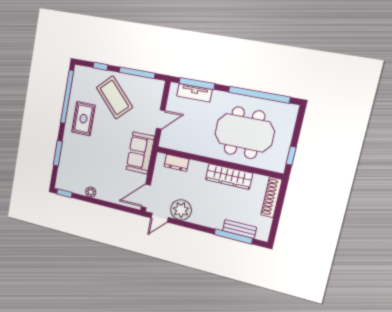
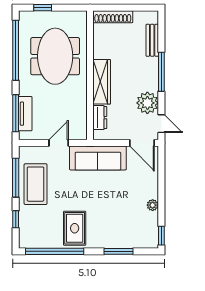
coffee table: (114, 97) -> (36, 184), moved, turned -46
rug: (83, 119) -> (75, 228), turned 90
door: (161, 119) -> (59, 143), hinge flipped
sofa: (140, 153) -> (98, 158), width x1.36
window: (291, 156) -> (43, 8), moved
wardrobe: (229, 176) -> (102, 82), moved
window: (233, 236) -> (161, 72), moved

